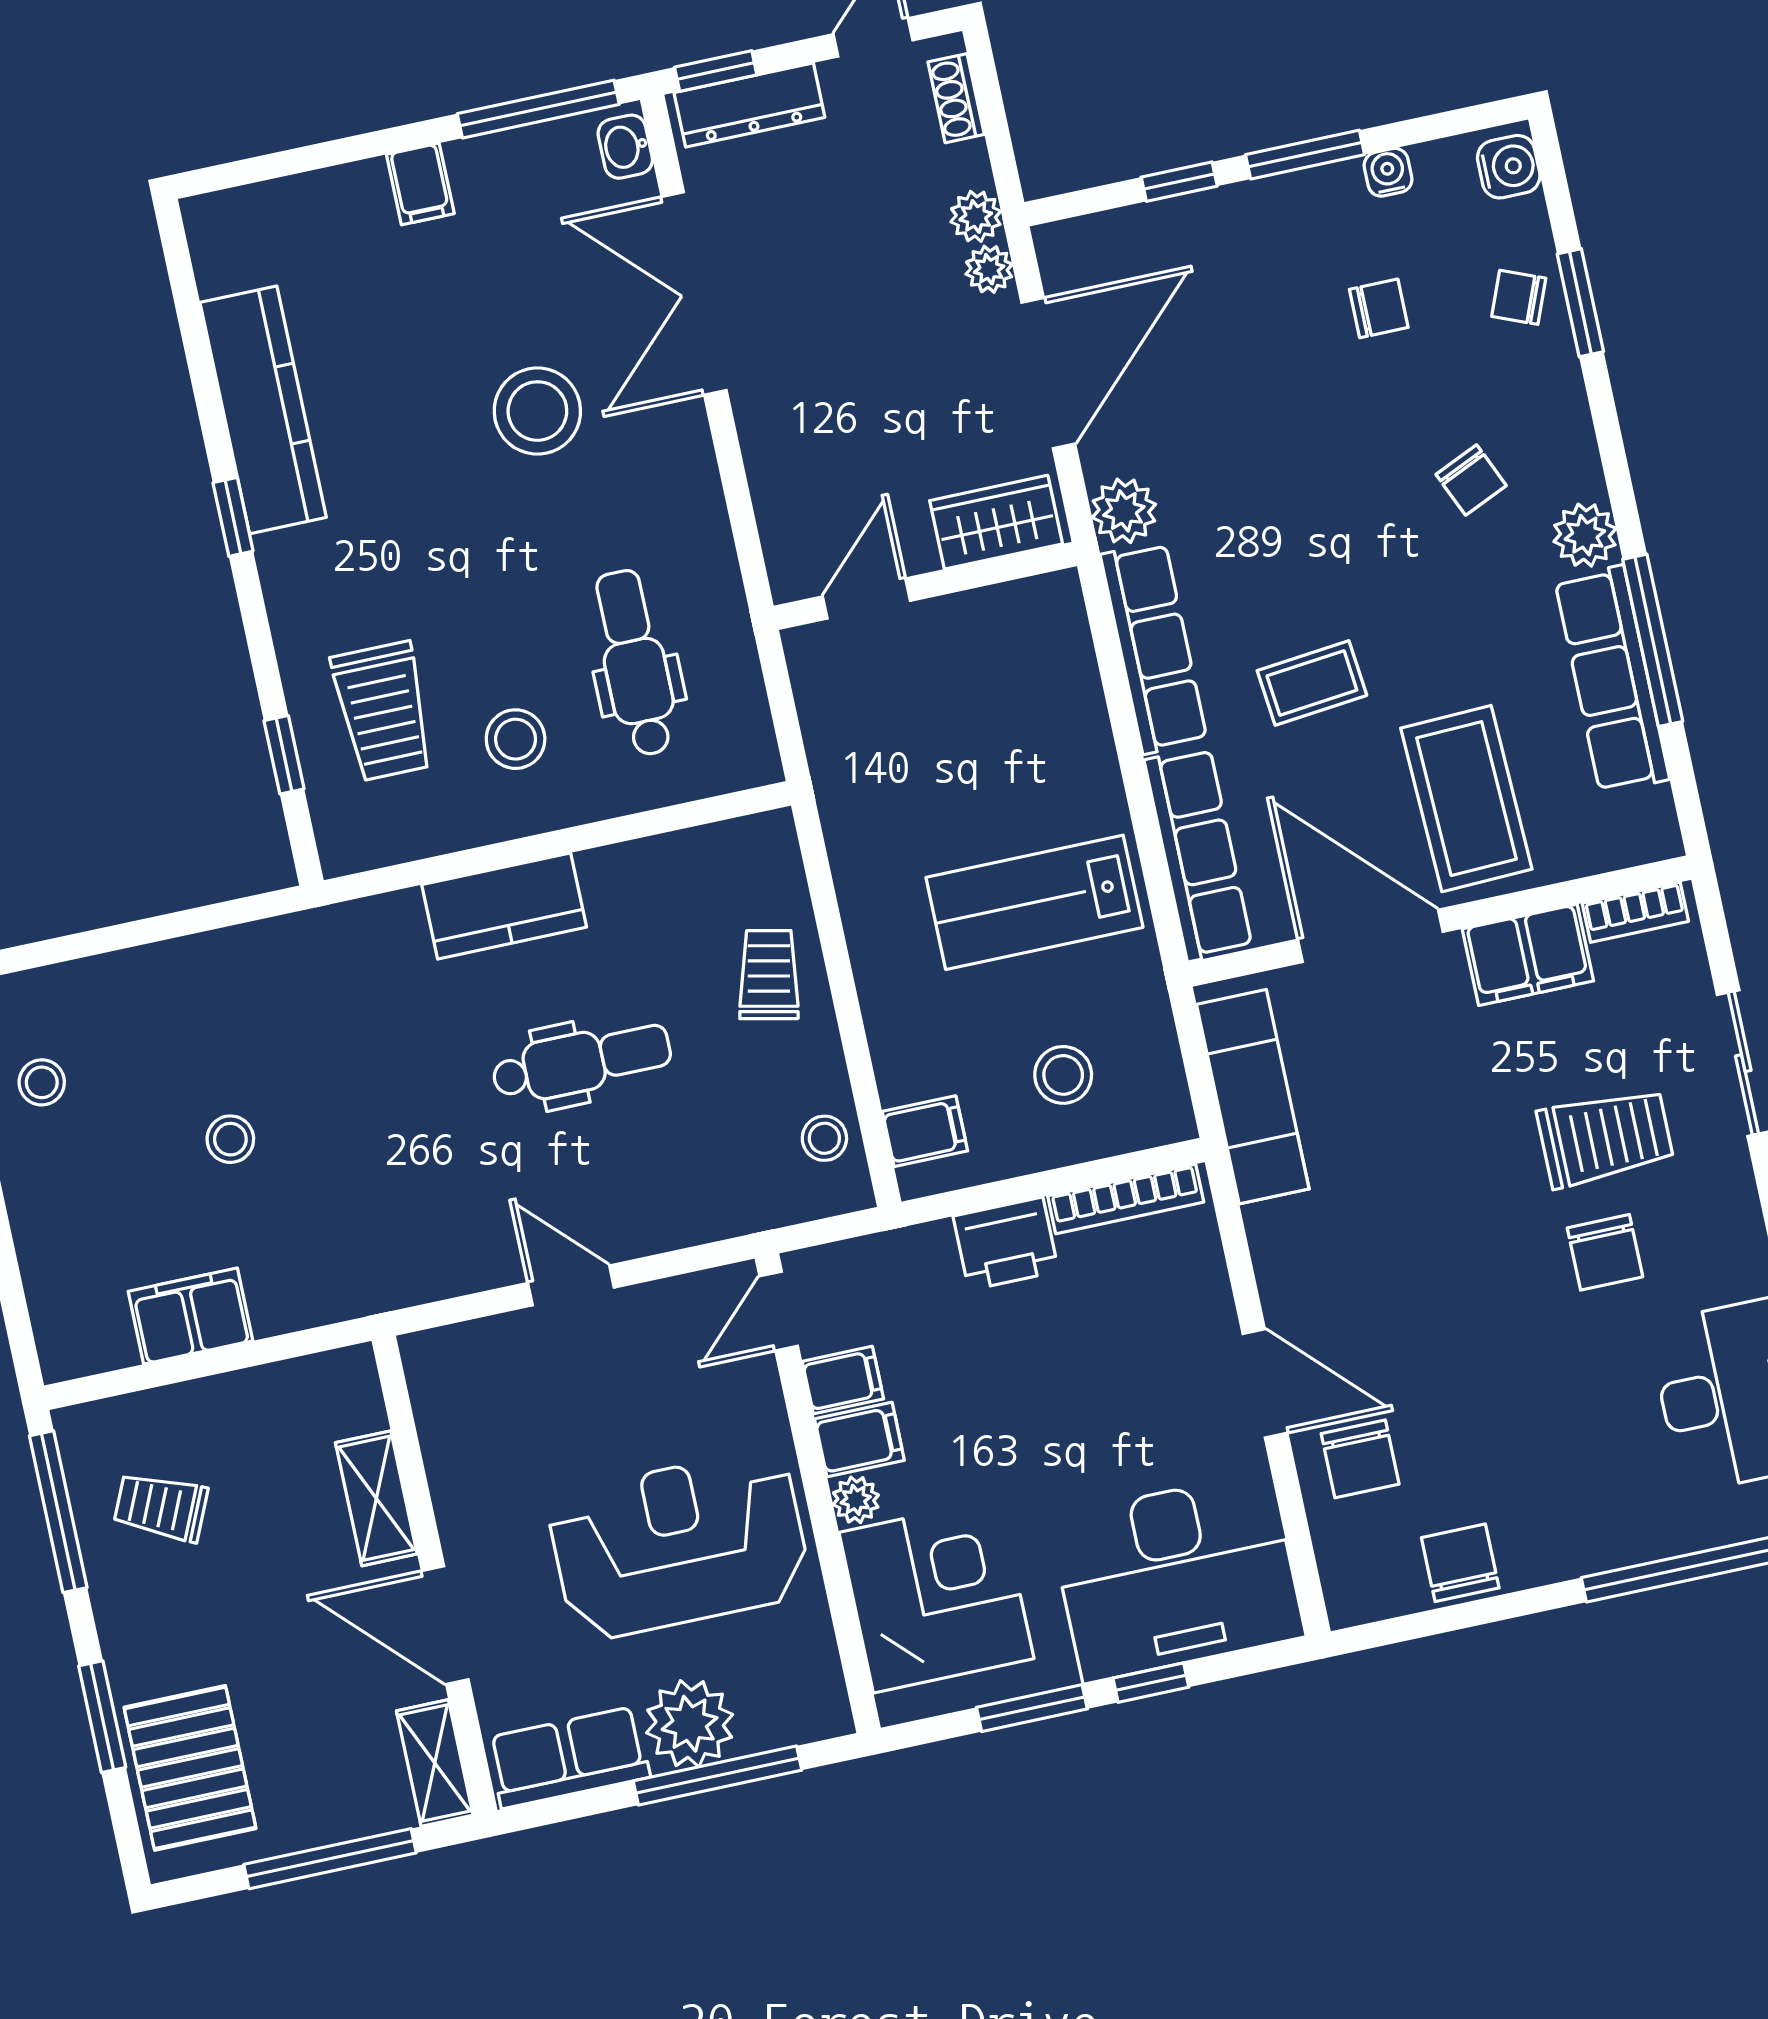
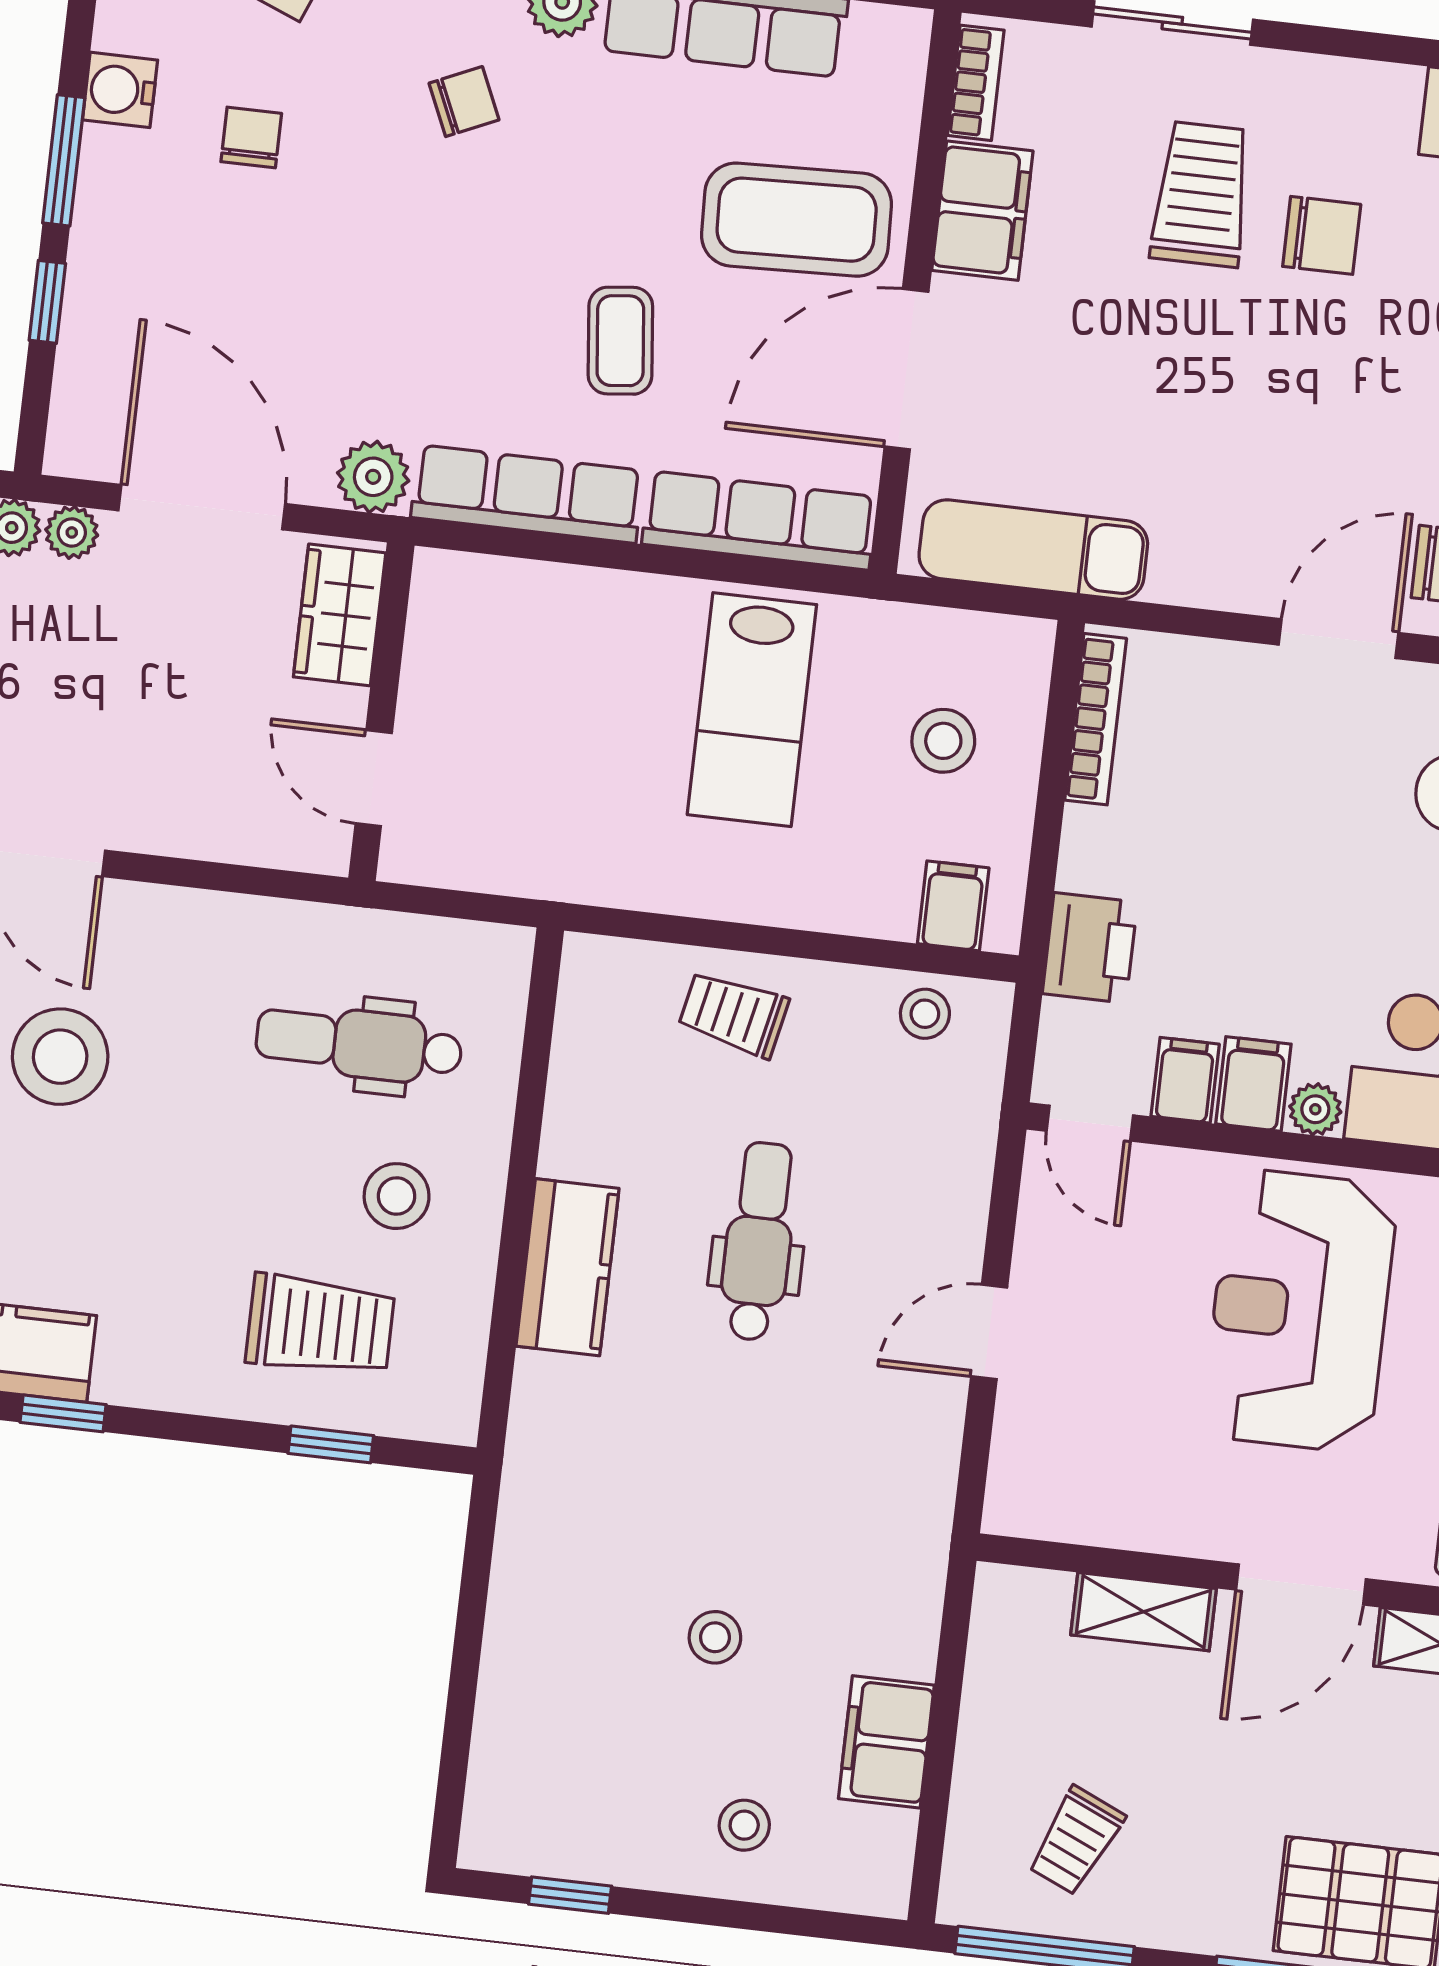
water cooler: (1388, 172) -> (120, 90), width x1.38, depth x1.38
stool: (42, 1082) -> (744, 1825), moved
printer: (1006, 1244) -> (1090, 948), moved

